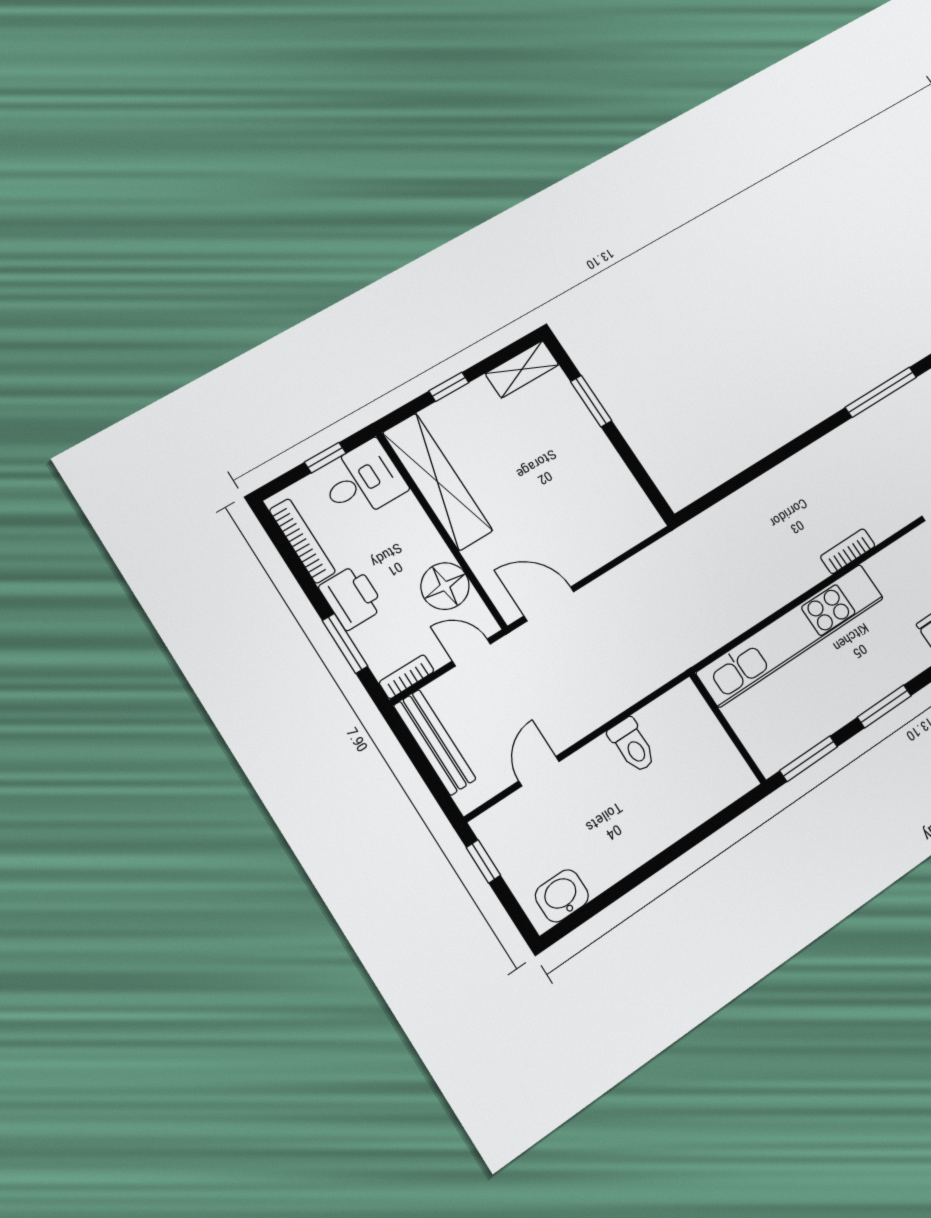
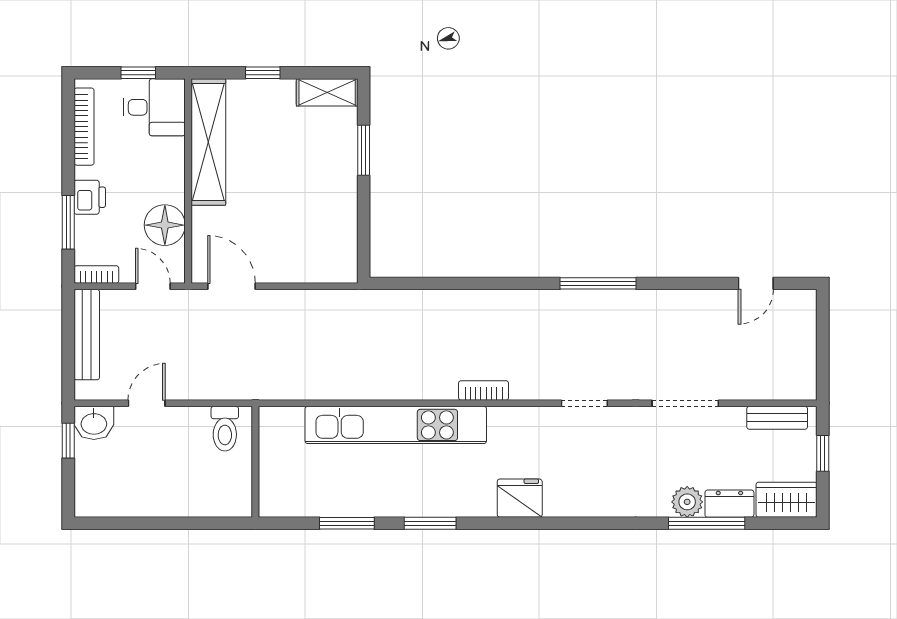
printer: (352, 597) -> (90, 197), width x0.73, depth x0.81
wall: (728, 728) -> (255, 462), moved
washbasin: (562, 896) -> (94, 423), moved, turned 180

